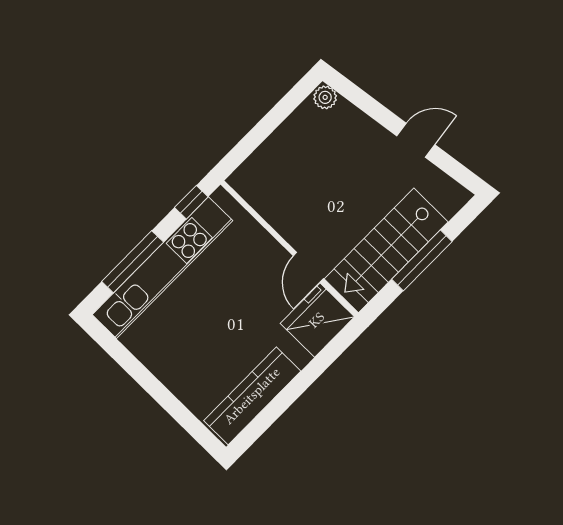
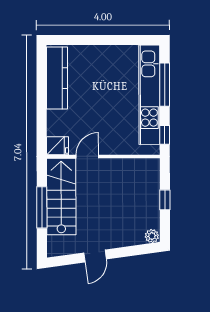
window: (267, 125) -> (165, 200), added
door: (308, 267) -> (87, 156), hinge flipped
fridge: (317, 320) -> (58, 146), width x0.53, depth x0.75

